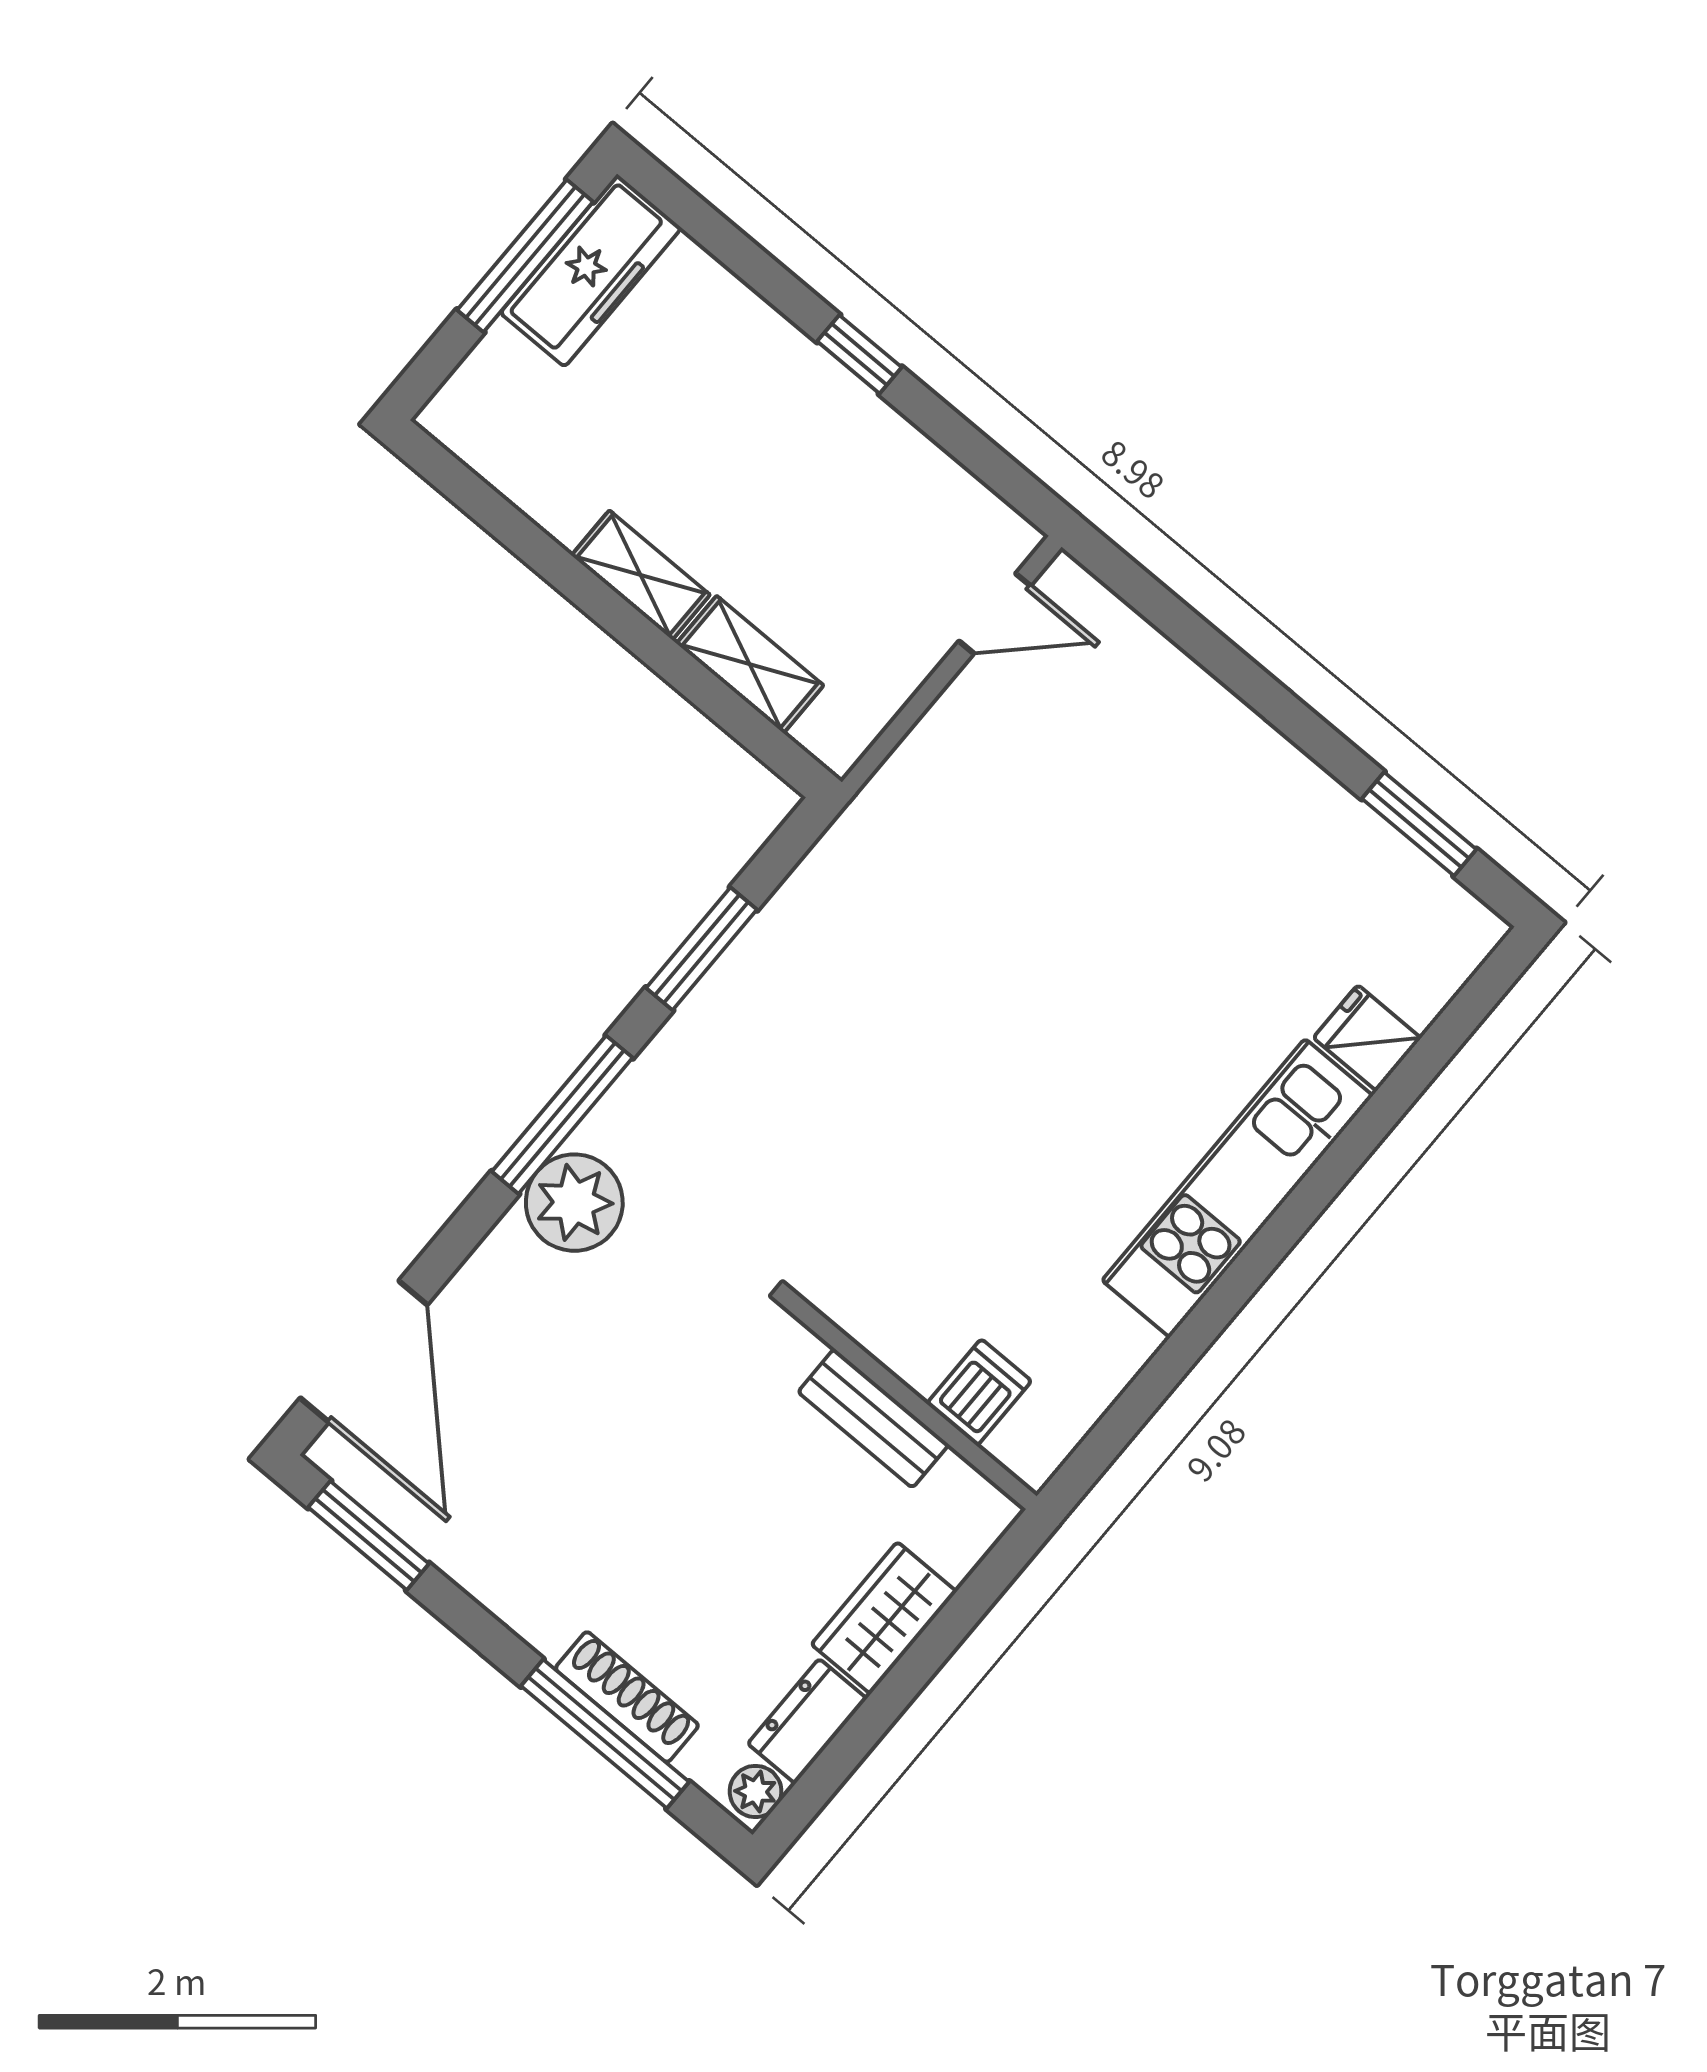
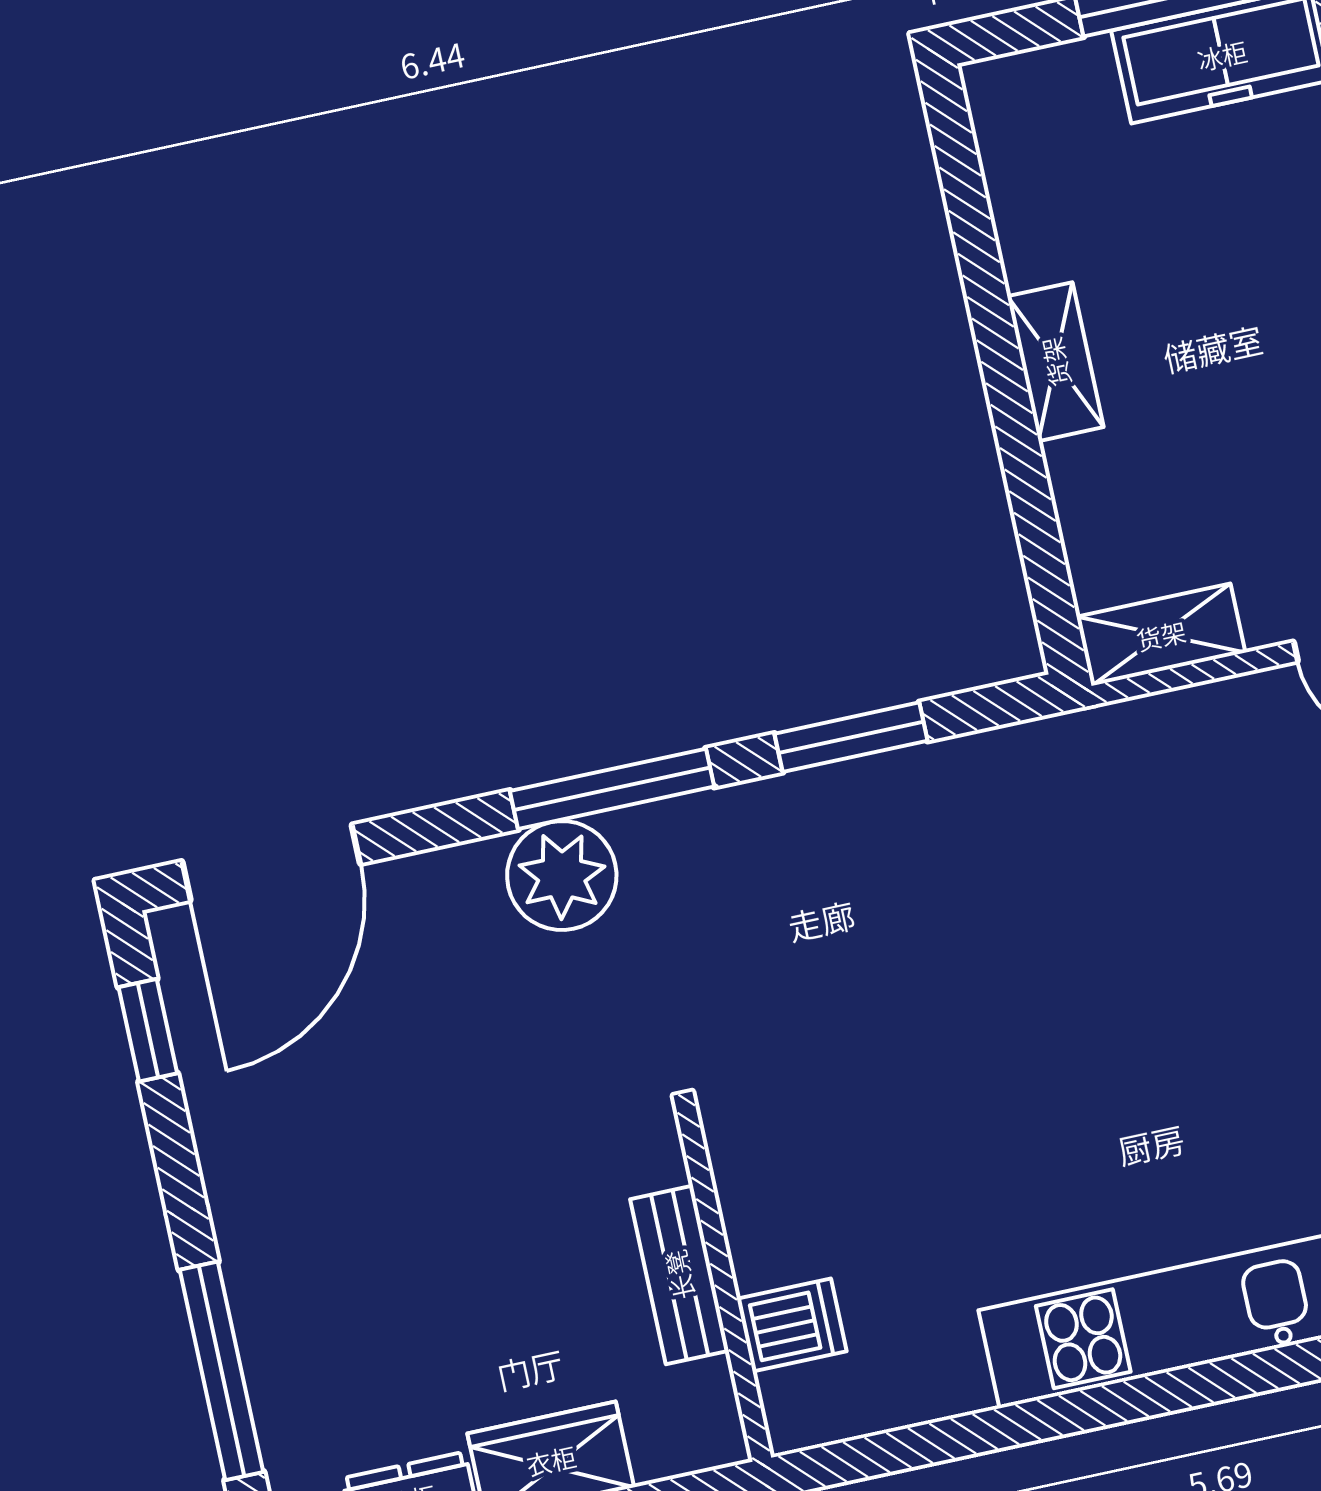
shelving: (750, 664) -> (1161, 635), moved, turned 90
window: (369, 1536) -> (148, 1030), width x0.67
shoe rack: (627, 1697) -> (267, 1353), removed

